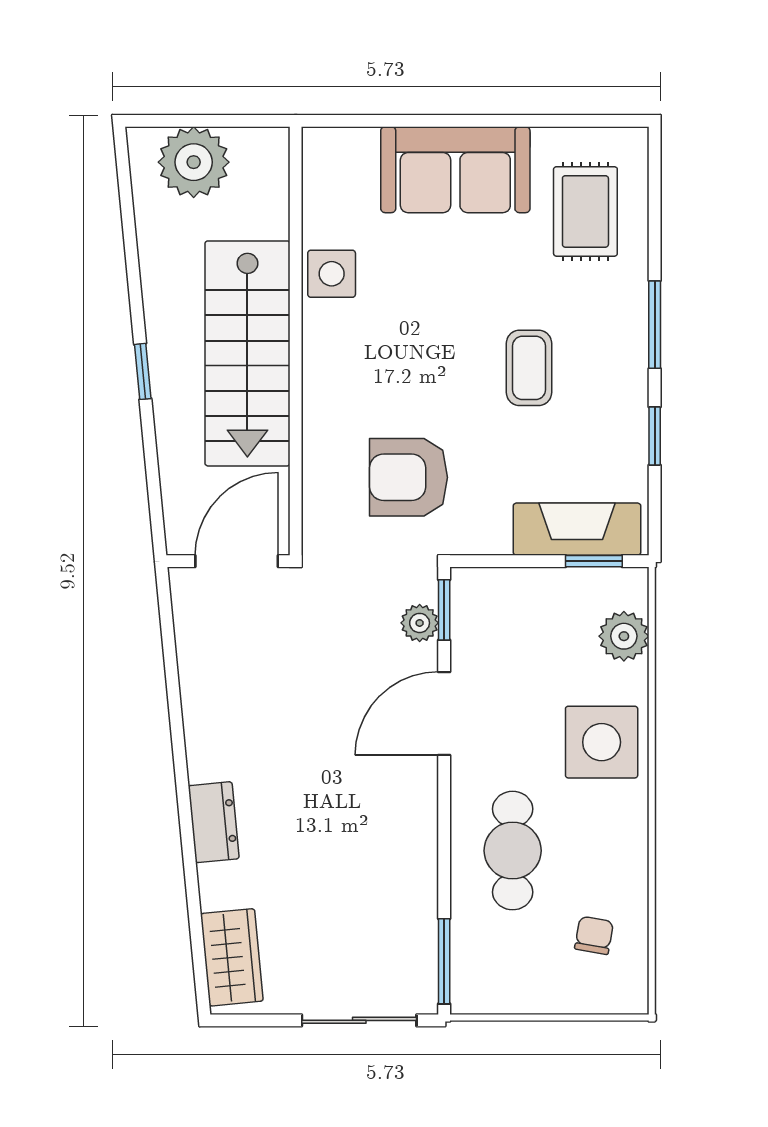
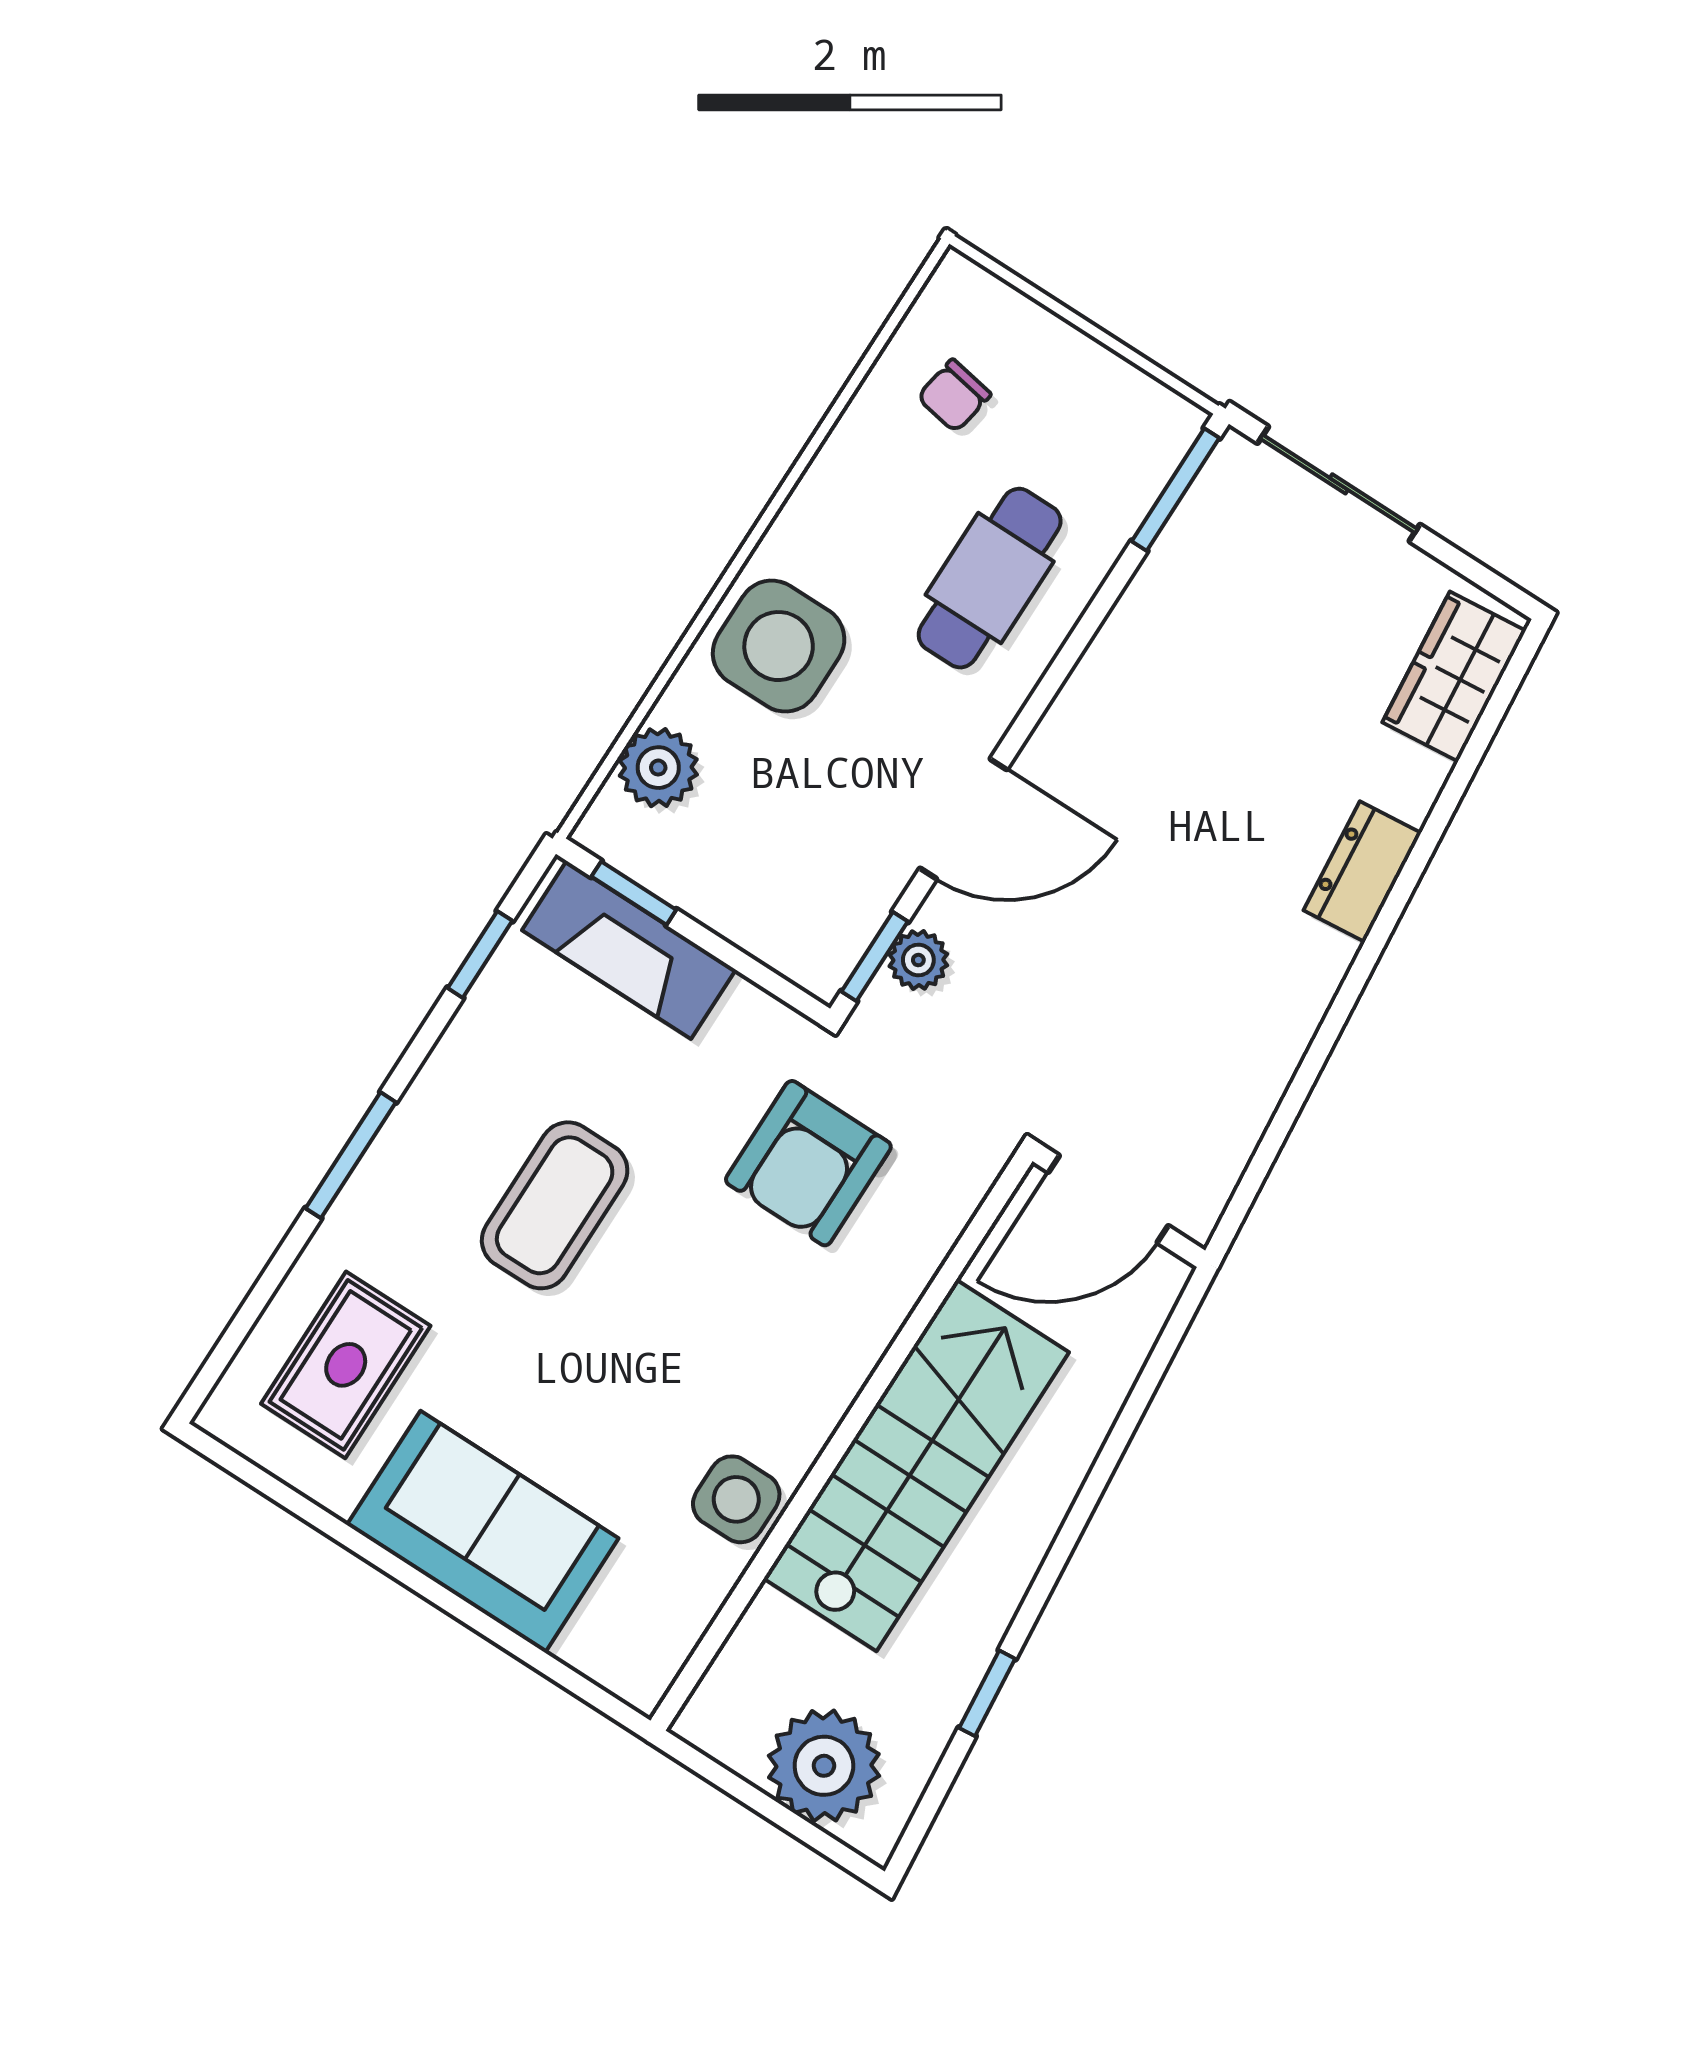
coffee table: (529, 368) -> (555, 1205), width x1.36, depth x1.30
window: (143, 371) -> (987, 1693), moved
window: (655, 436) -> (480, 954), moved
armchair: (408, 477) -> (808, 1163), turned 90

